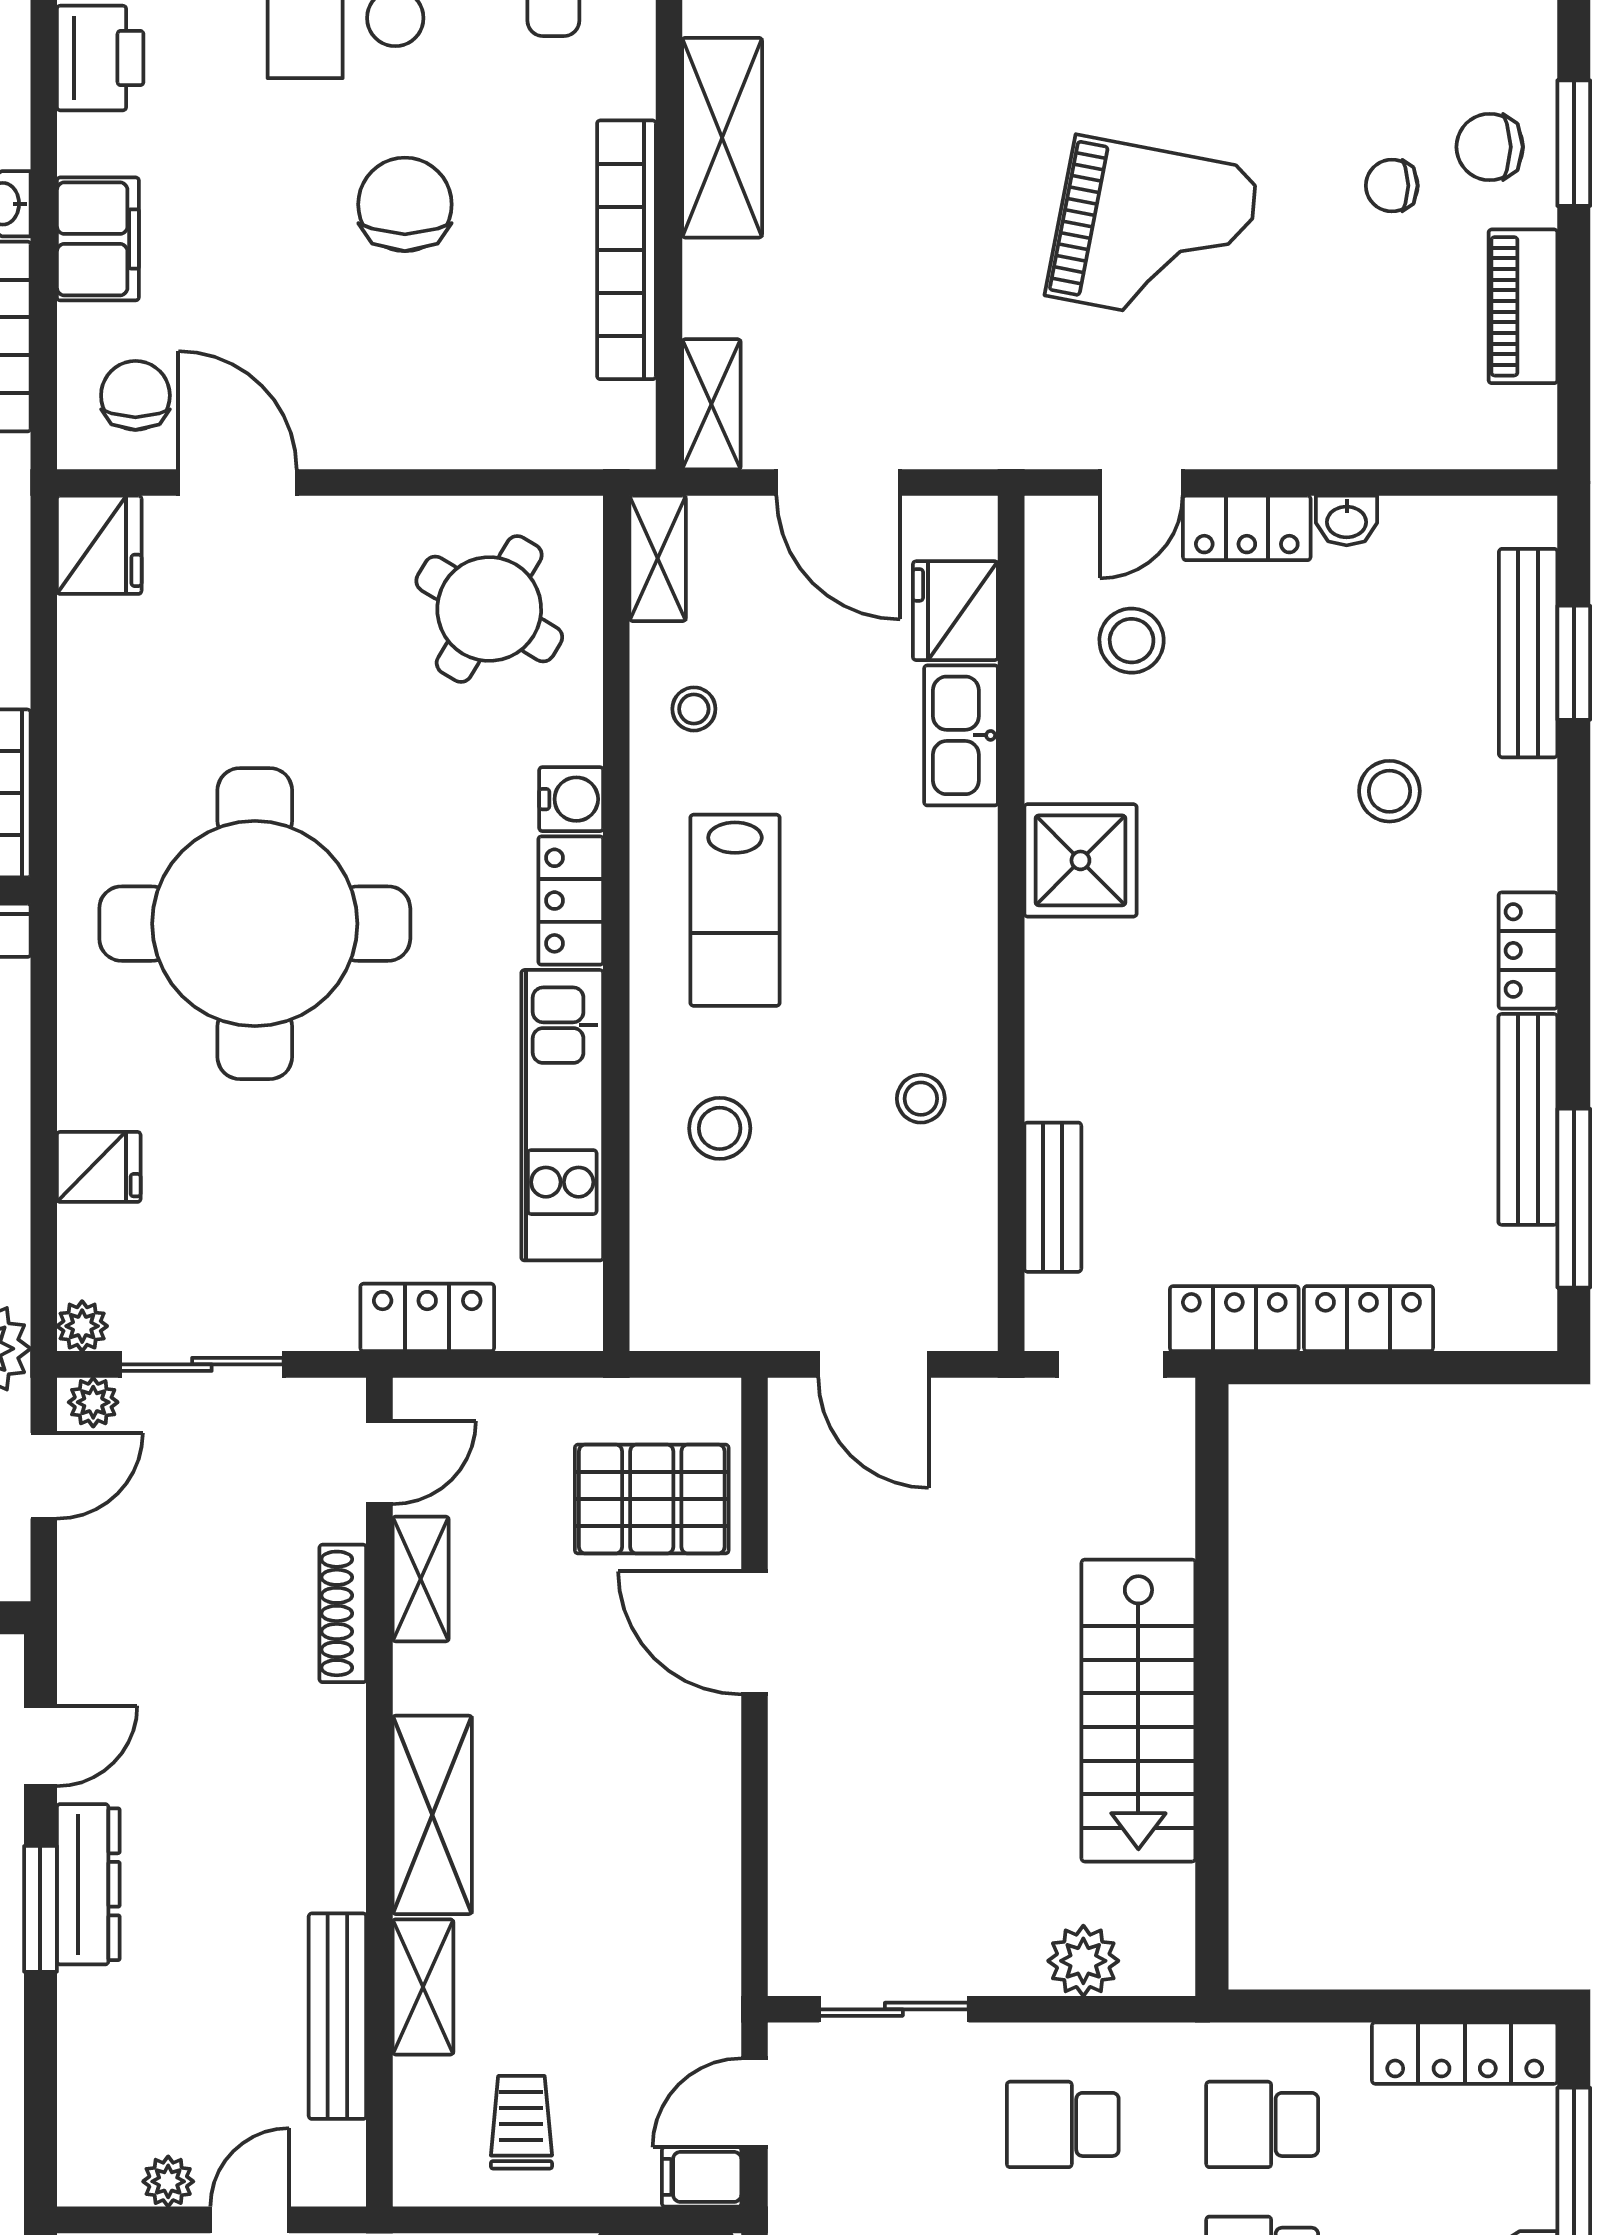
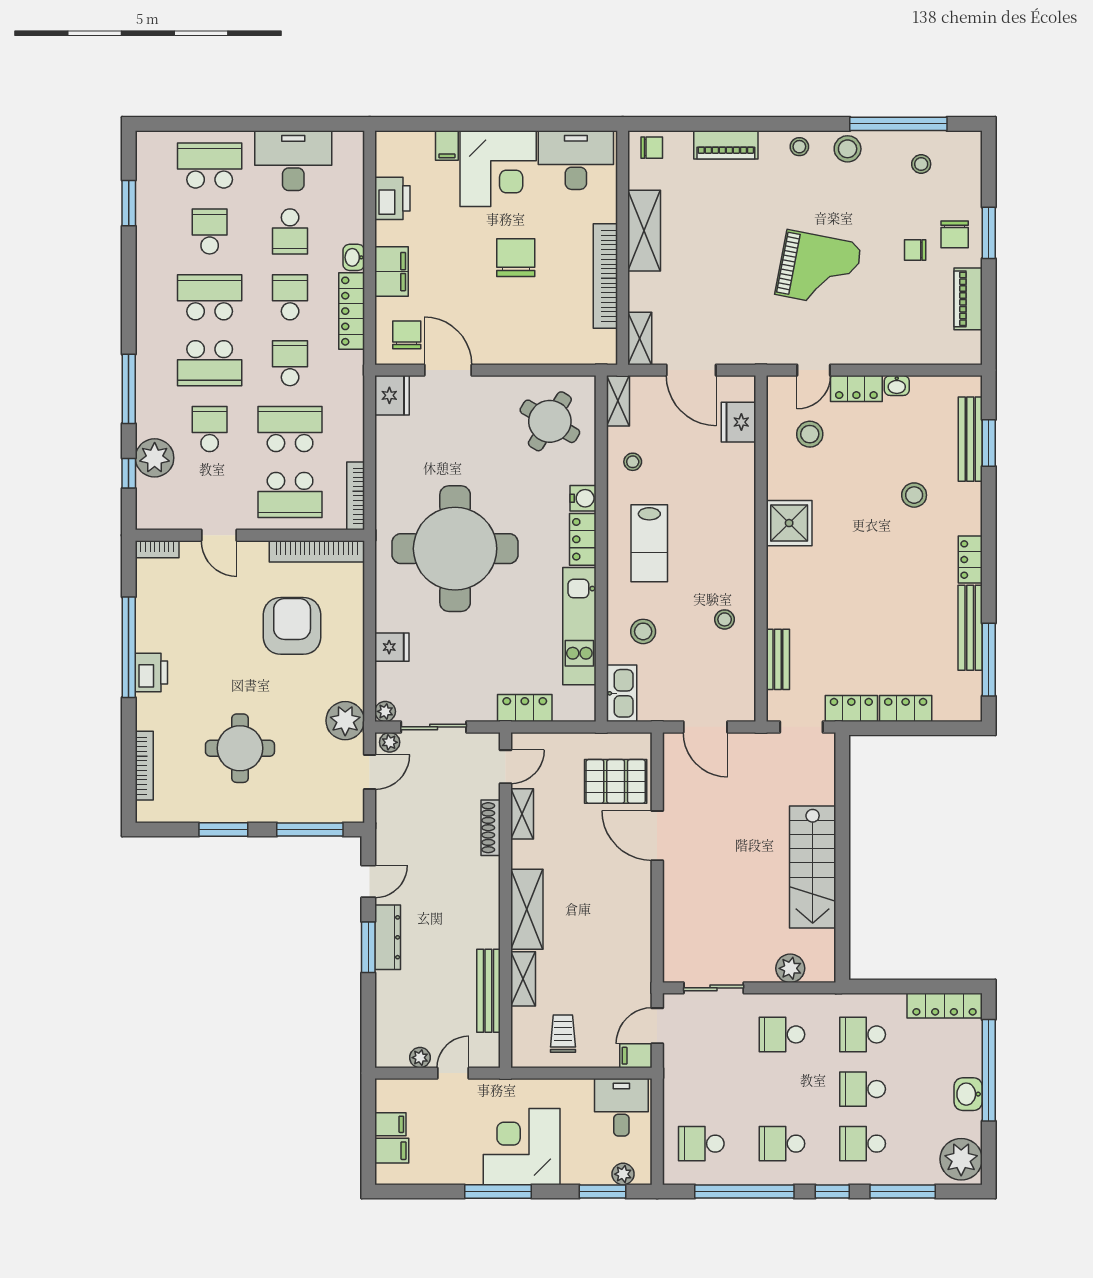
chair: (1490, 147) -> (955, 234), turned -90
kitchen sink: (961, 735) -> (622, 693), moved, turned 180

